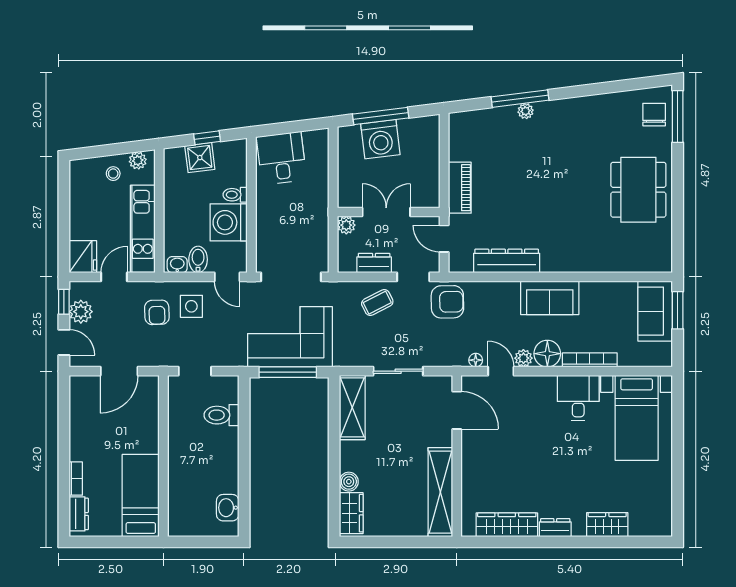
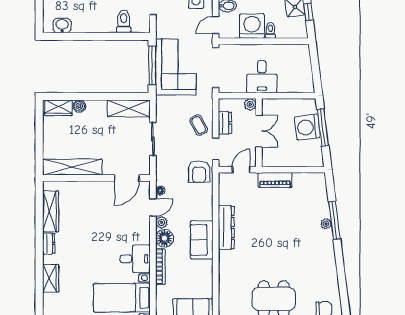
desk: (282, 158) -> (262, 77), moved, turned 97
dresser: (507, 261) -> (226, 228), moved

